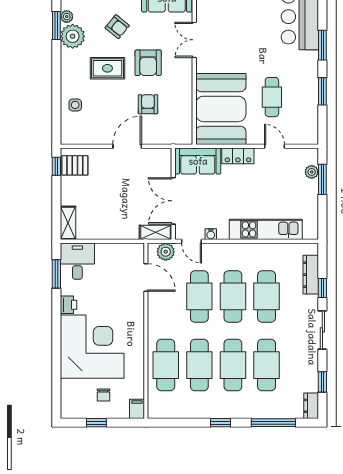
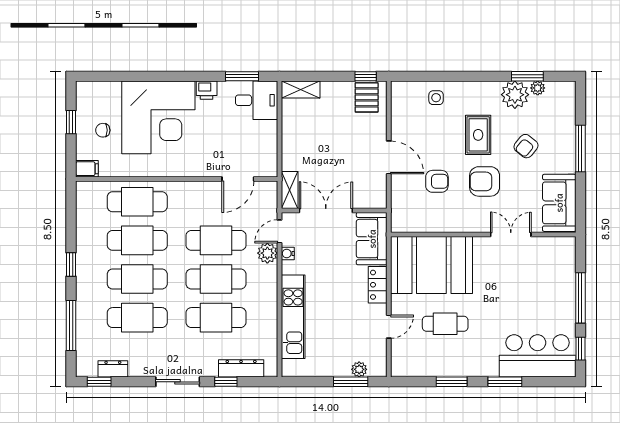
plant: (166, 252) -> (267, 253), moved
window: (322, 382) -> (99, 382), moved
dresser: (311, 406) -> (113, 369), moved

